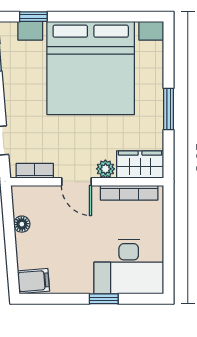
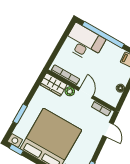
window: (140, 17) -> (16, 150), added
window: (168, 109) -> (20, 114), moved
window: (104, 299) -> (103, 35), width x3.17

